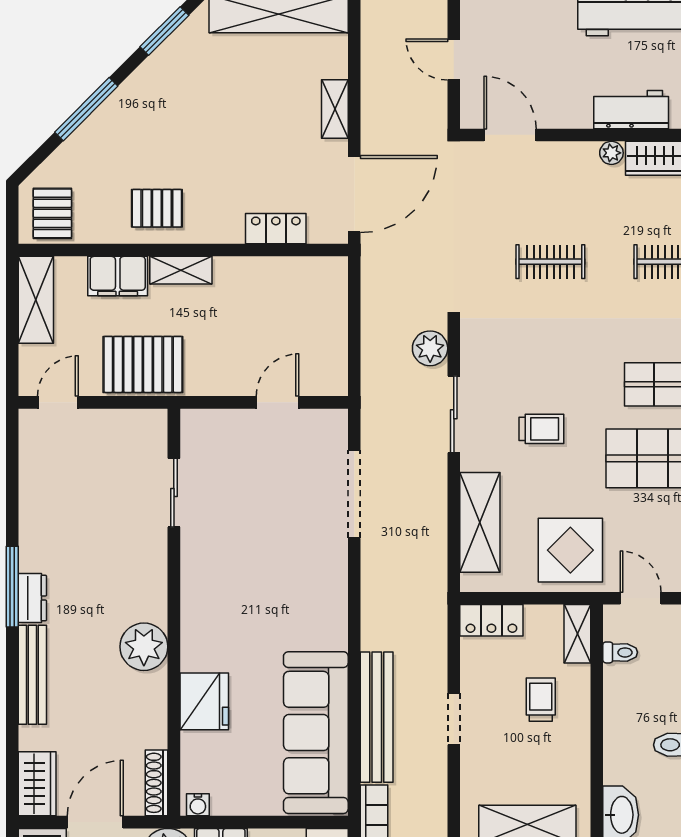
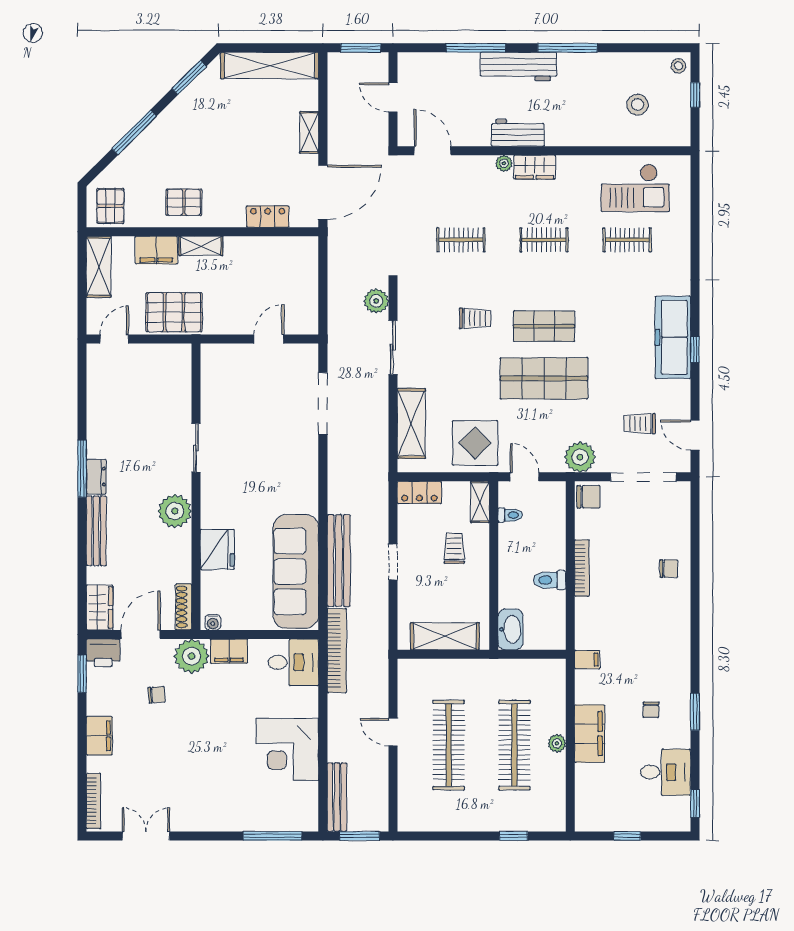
trolley: (541, 429) -> (475, 318), moved
sliding door: (174, 493) -> (196, 448), moved

